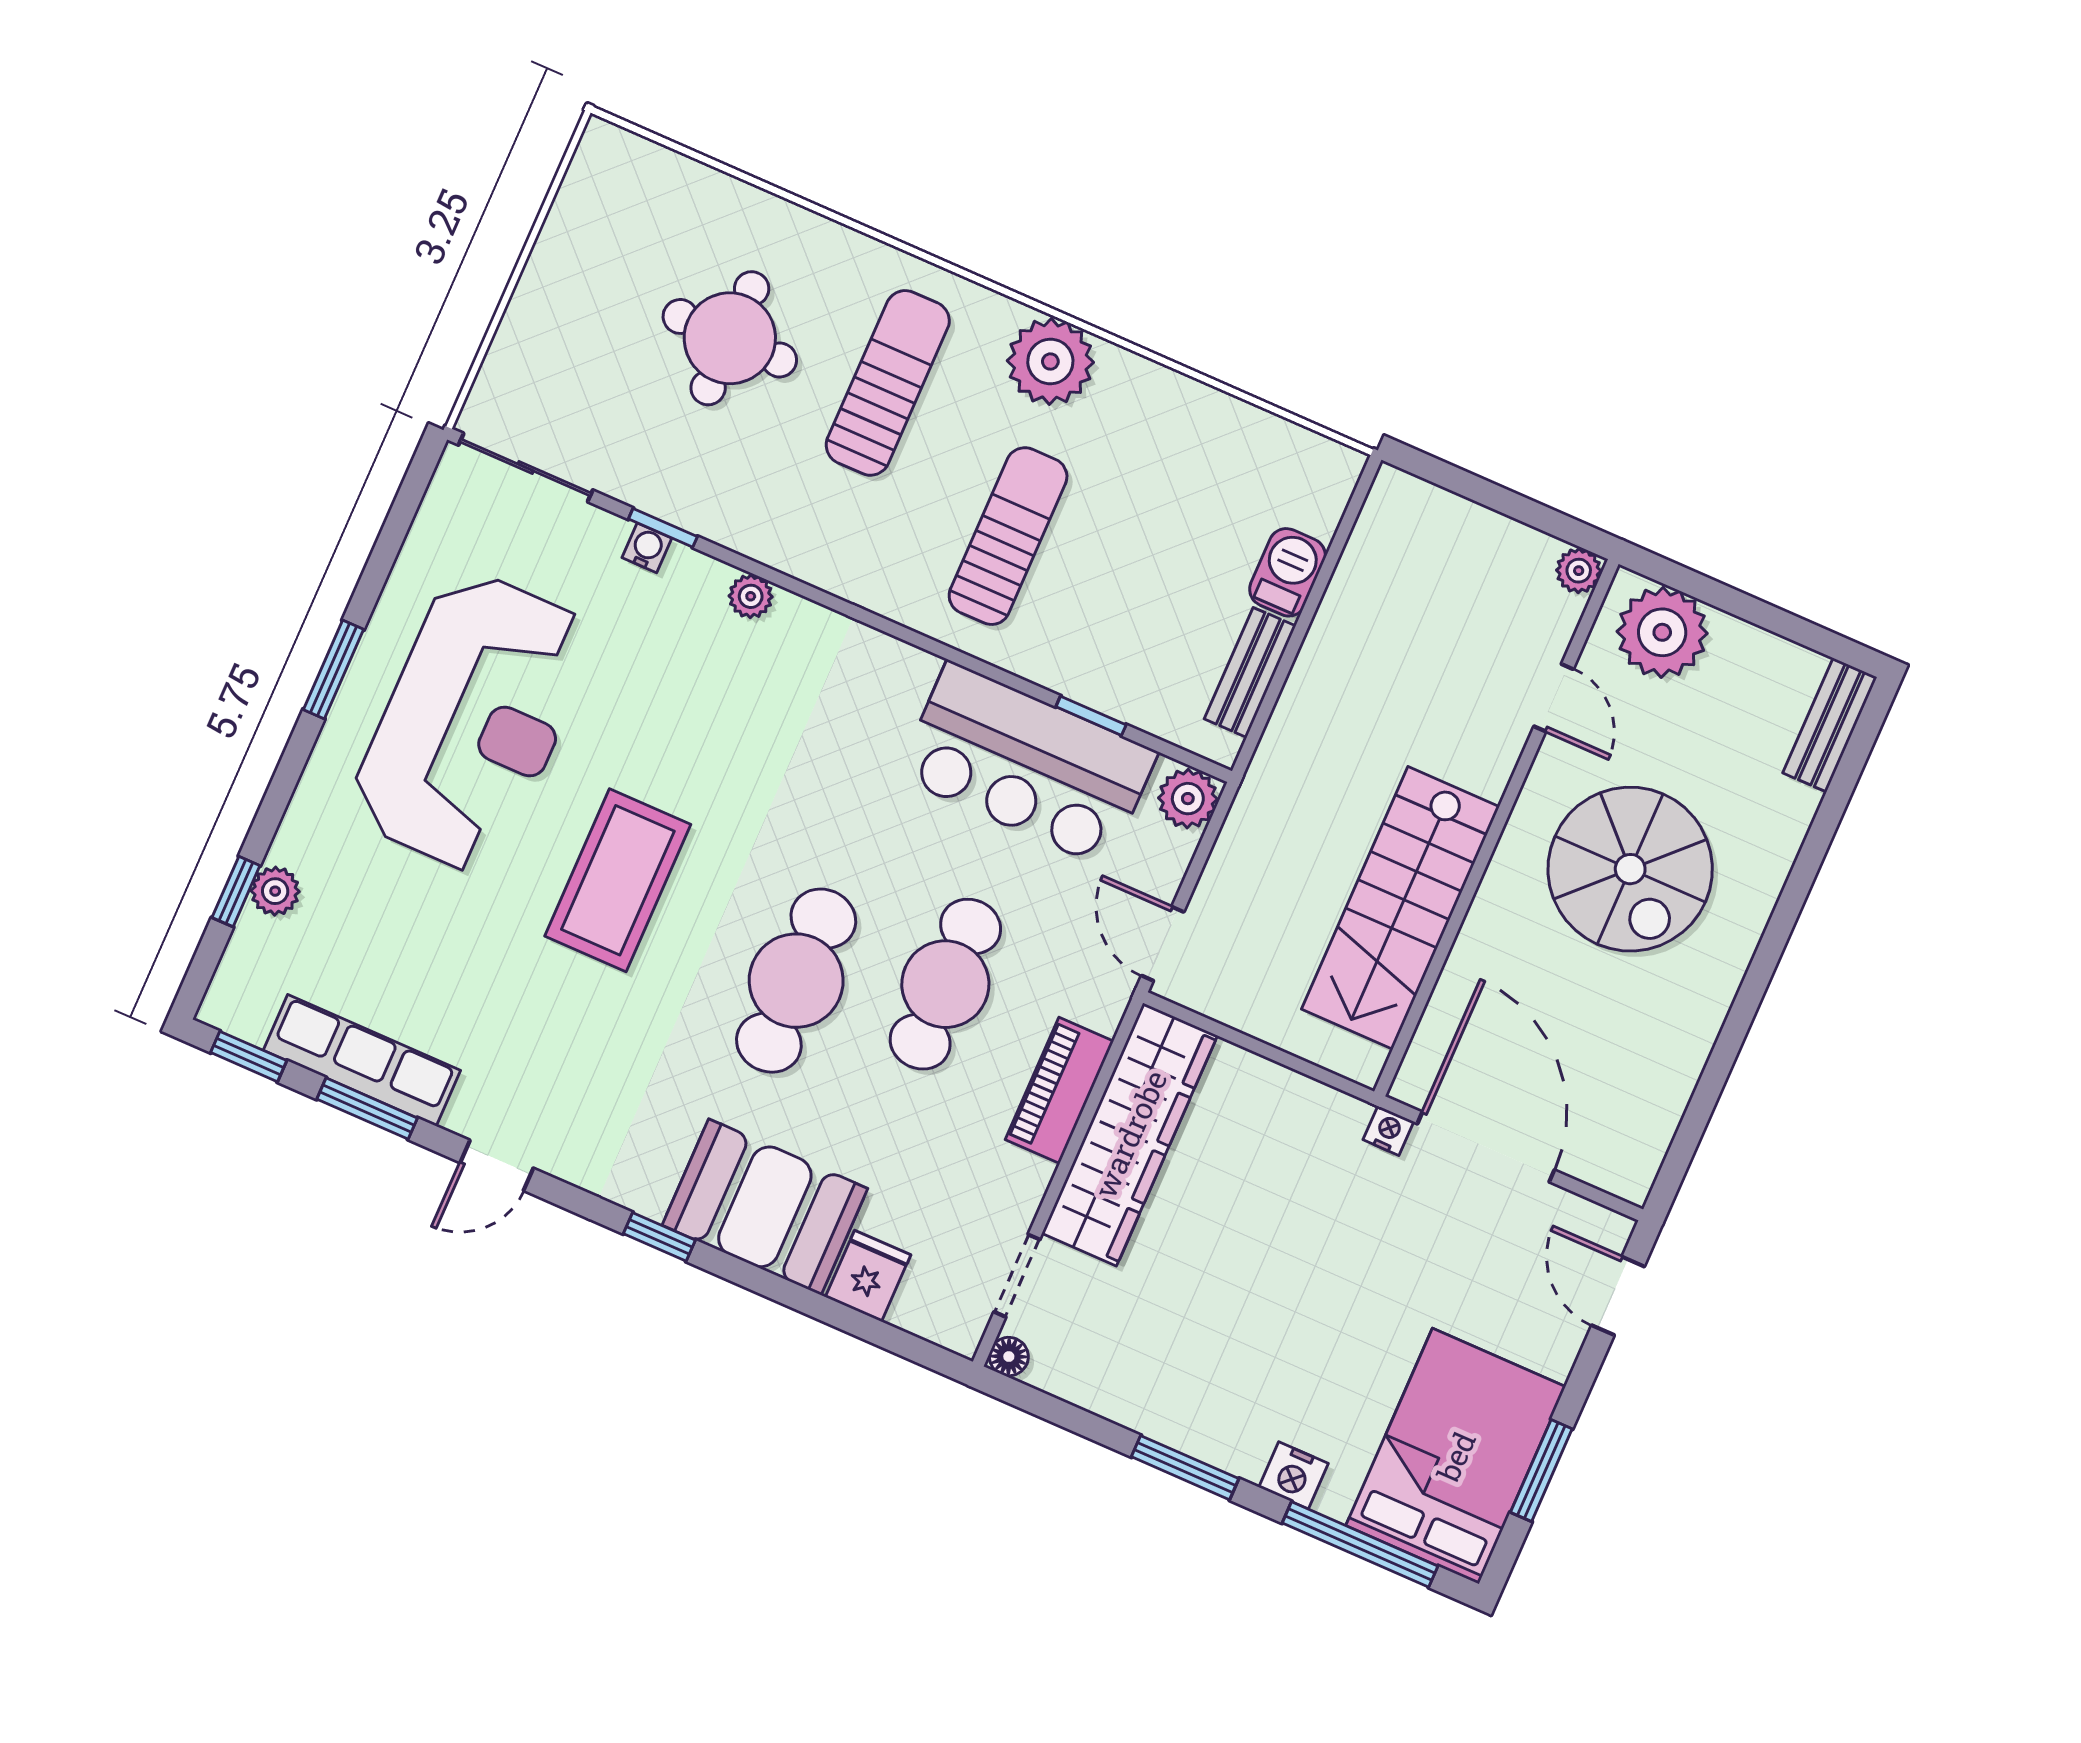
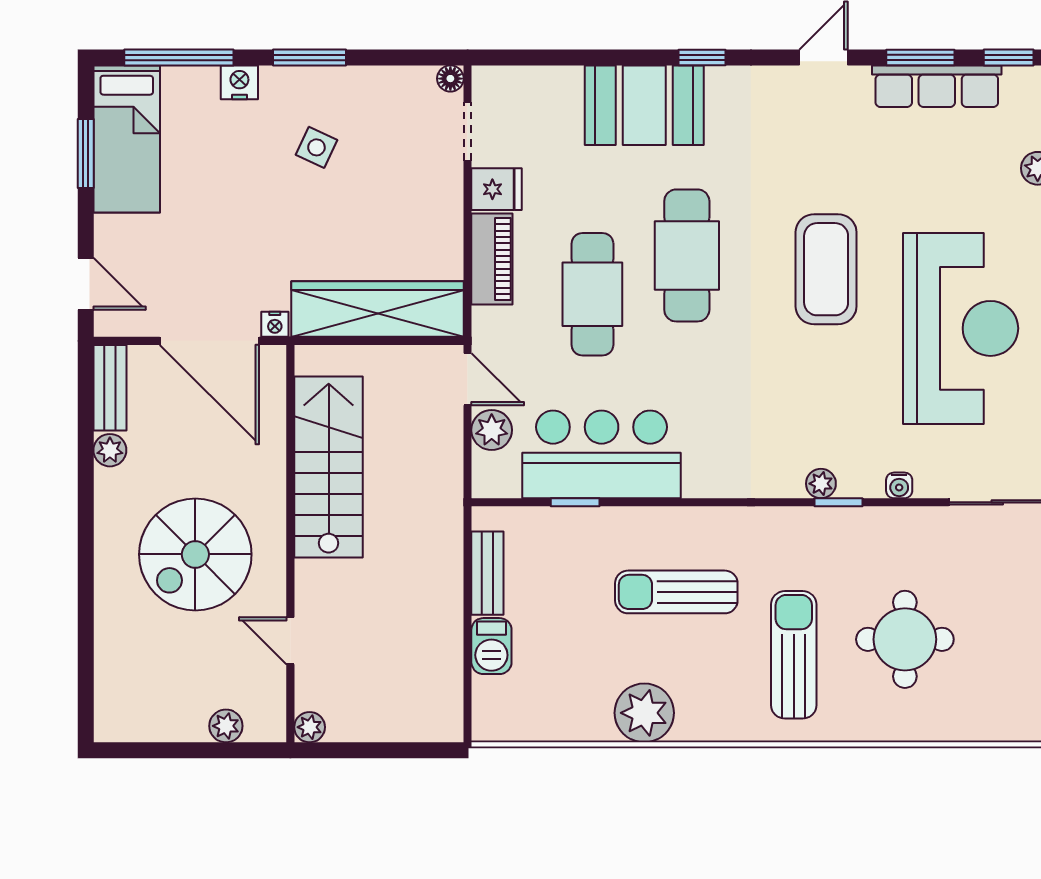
plant: (1050, 362) -> (644, 713), moved
sun lounger: (888, 383) -> (794, 655), turned 180
window: (663, 528) -> (838, 502), moved
sun lounger: (1008, 536) -> (676, 592), turned 90
plant: (1662, 632) -> (226, 726), width x0.53, depth x0.53
reception desk: (472, 722) -> (961, 328), turned 180
bench: (1830, 725) -> (110, 388), moved
plant: (1188, 799) -> (492, 430), moved
spiral stairs: (1630, 869) -> (195, 554), turned -90
plant: (1683, 1059) -> (110, 450), added
wardrobe: (1130, 1134) -> (378, 309), moved, turned 90
fridge: (868, 1276) -> (497, 189), moved, turned -90
side table: (1229, 1343) -> (316, 147), added
bed: (1456, 1456) -> (127, 139), width x0.67

